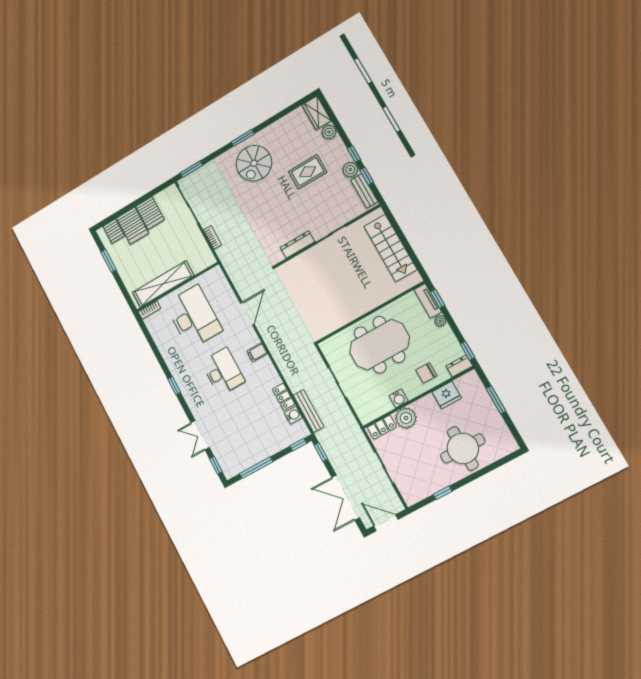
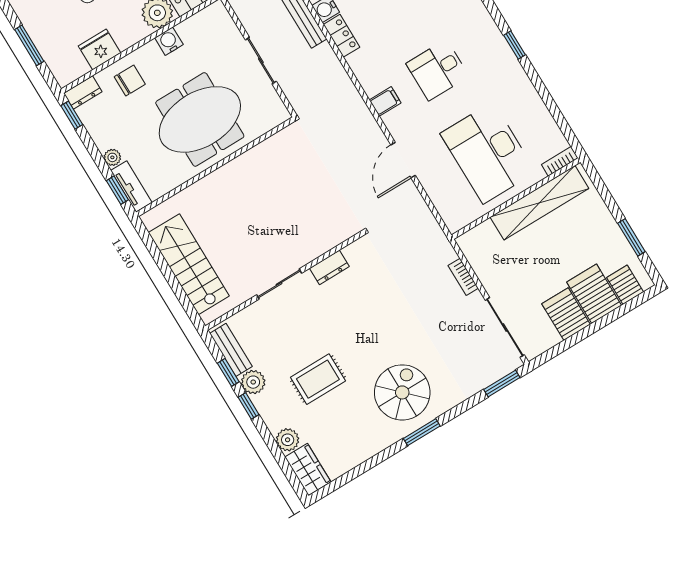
dresser: (297, 245) -> (329, 267), width x0.70
desk: (223, 372) -> (438, 70), width x0.73

